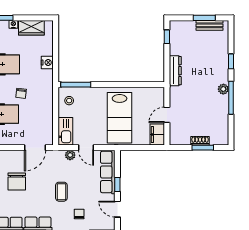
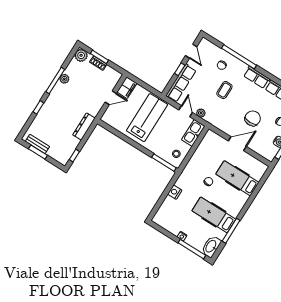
wardrobe: (31, 28) -> (170, 225), removed
plant: (223, 89) -> (64, 79), moved
plant: (221, 138) -> (81, 55), added
door: (35, 148) -> (237, 144), moved

